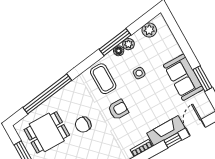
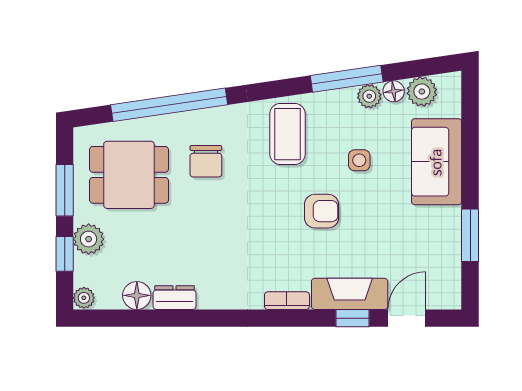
floor lamp: (119, 51) -> (394, 91), moved
sofa: (183, 77) -> (437, 162), moved
armchair: (118, 110) -> (321, 211), moved
chair: (83, 125) -> (206, 161), moved, turned -90

